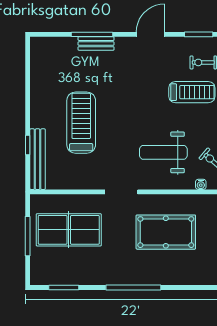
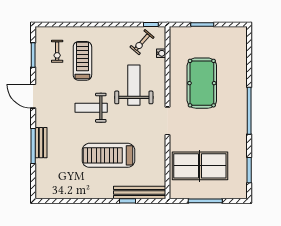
weight bench: (137, 102) -> (91, 108), added
weight bench: (163, 152) -> (134, 85), turned 180
table tennis table: (69, 230) -> (200, 166), turned 90

